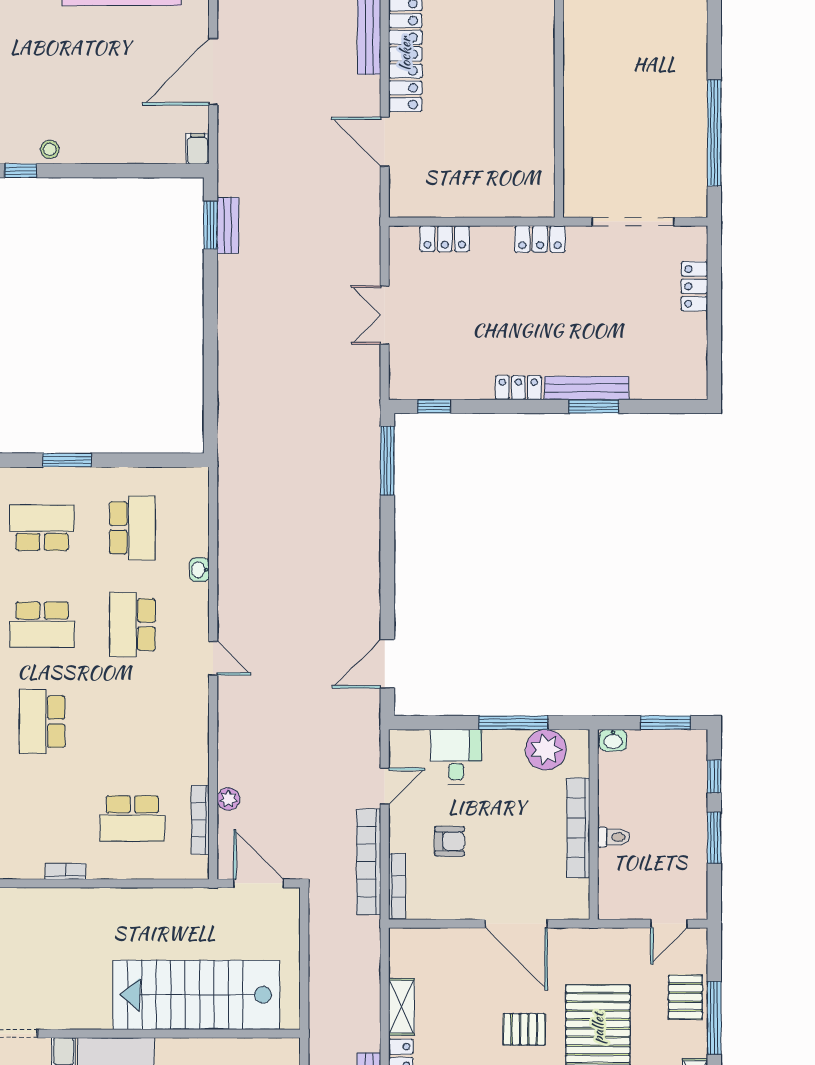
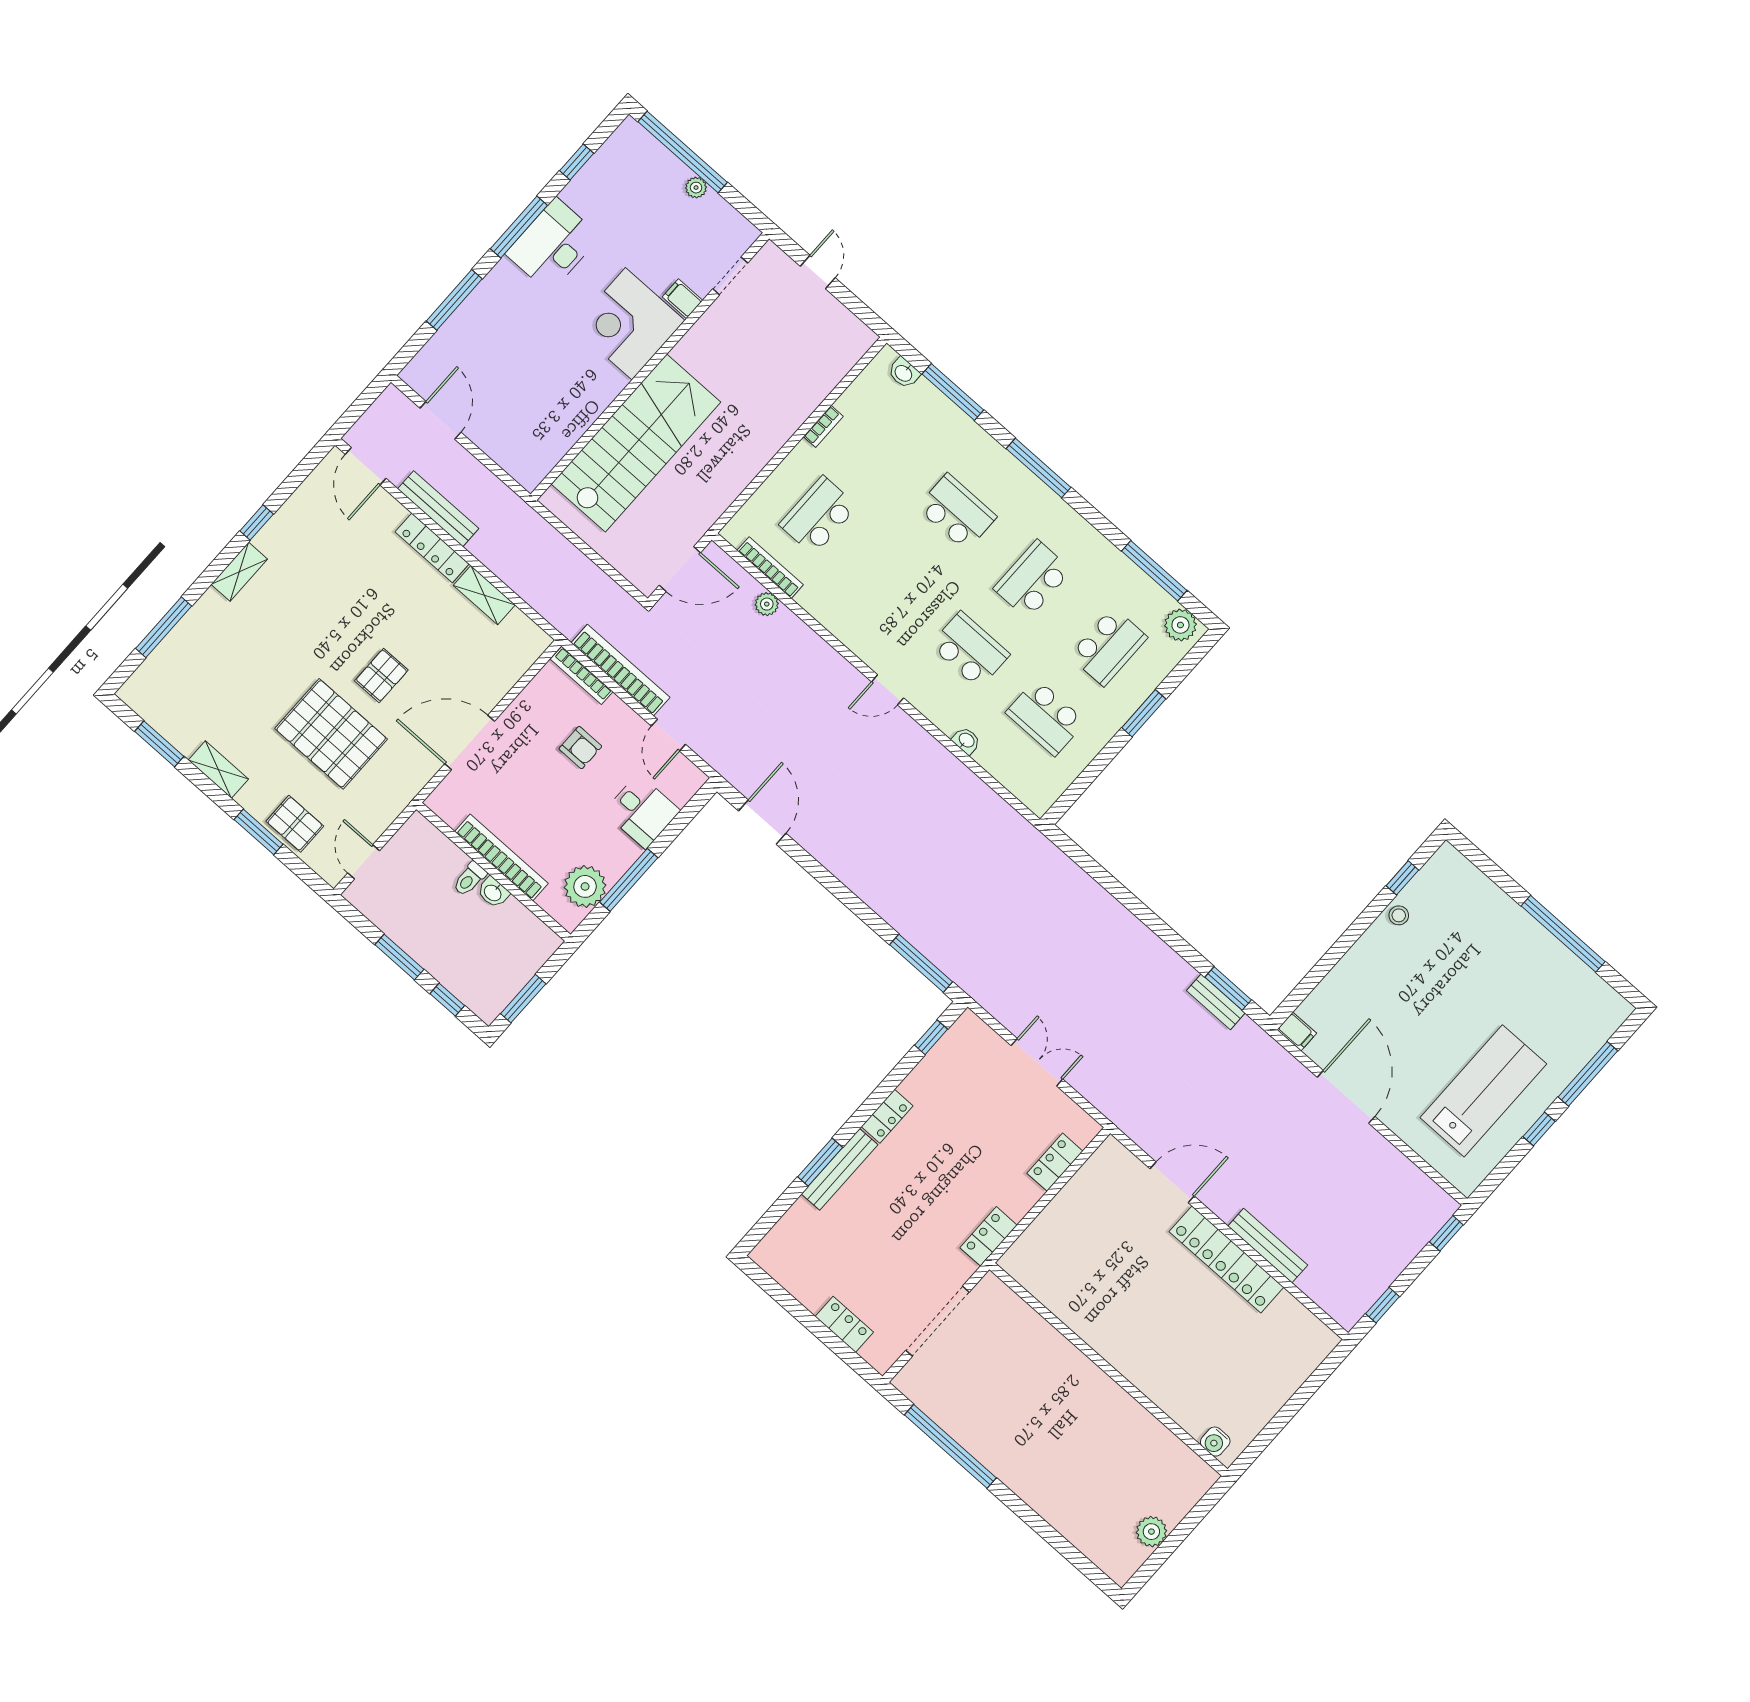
washbasin: (613, 740) -> (493, 892), moved, turned -90
armchair: (449, 841) -> (580, 748), turned -90
window: (714, 1018) -> (258, 832), width x0.69

